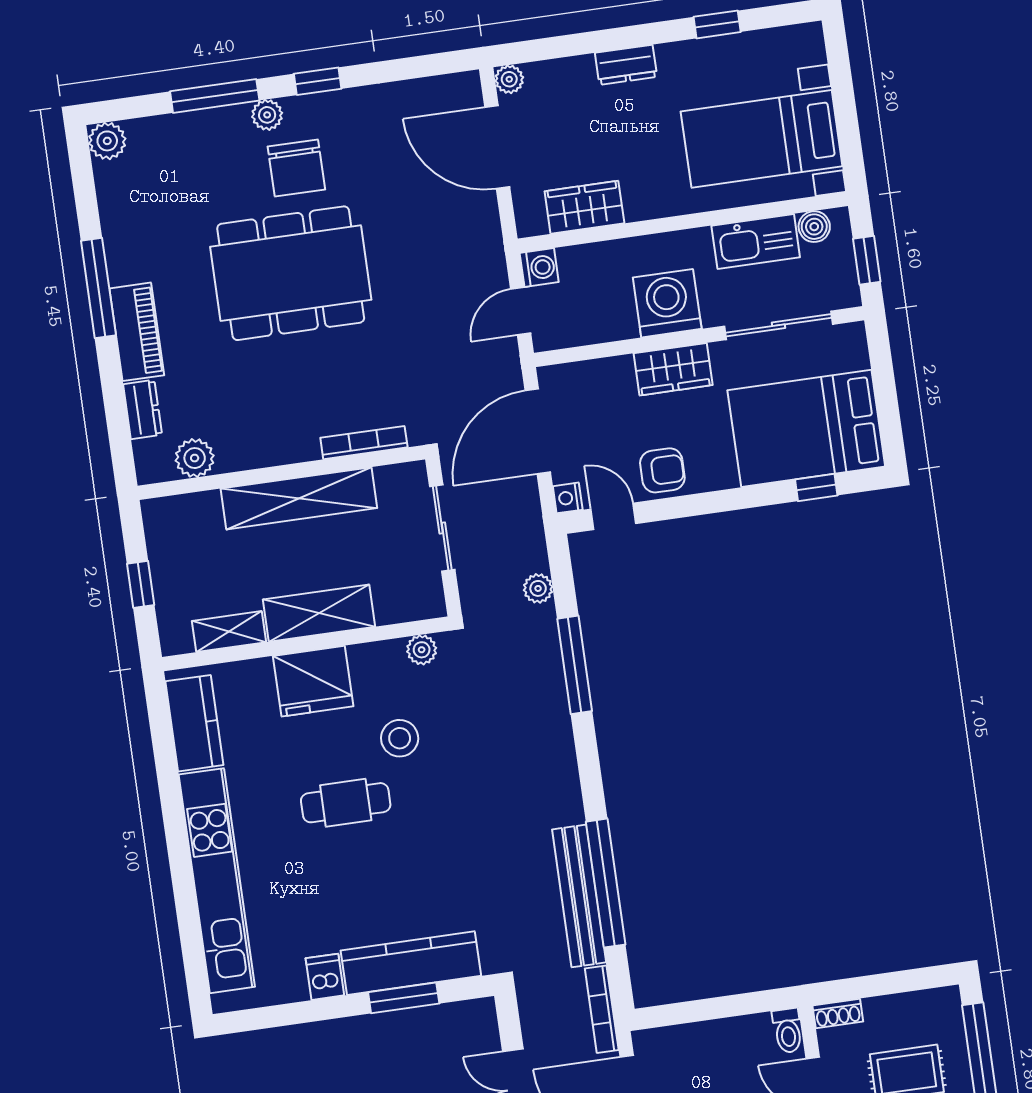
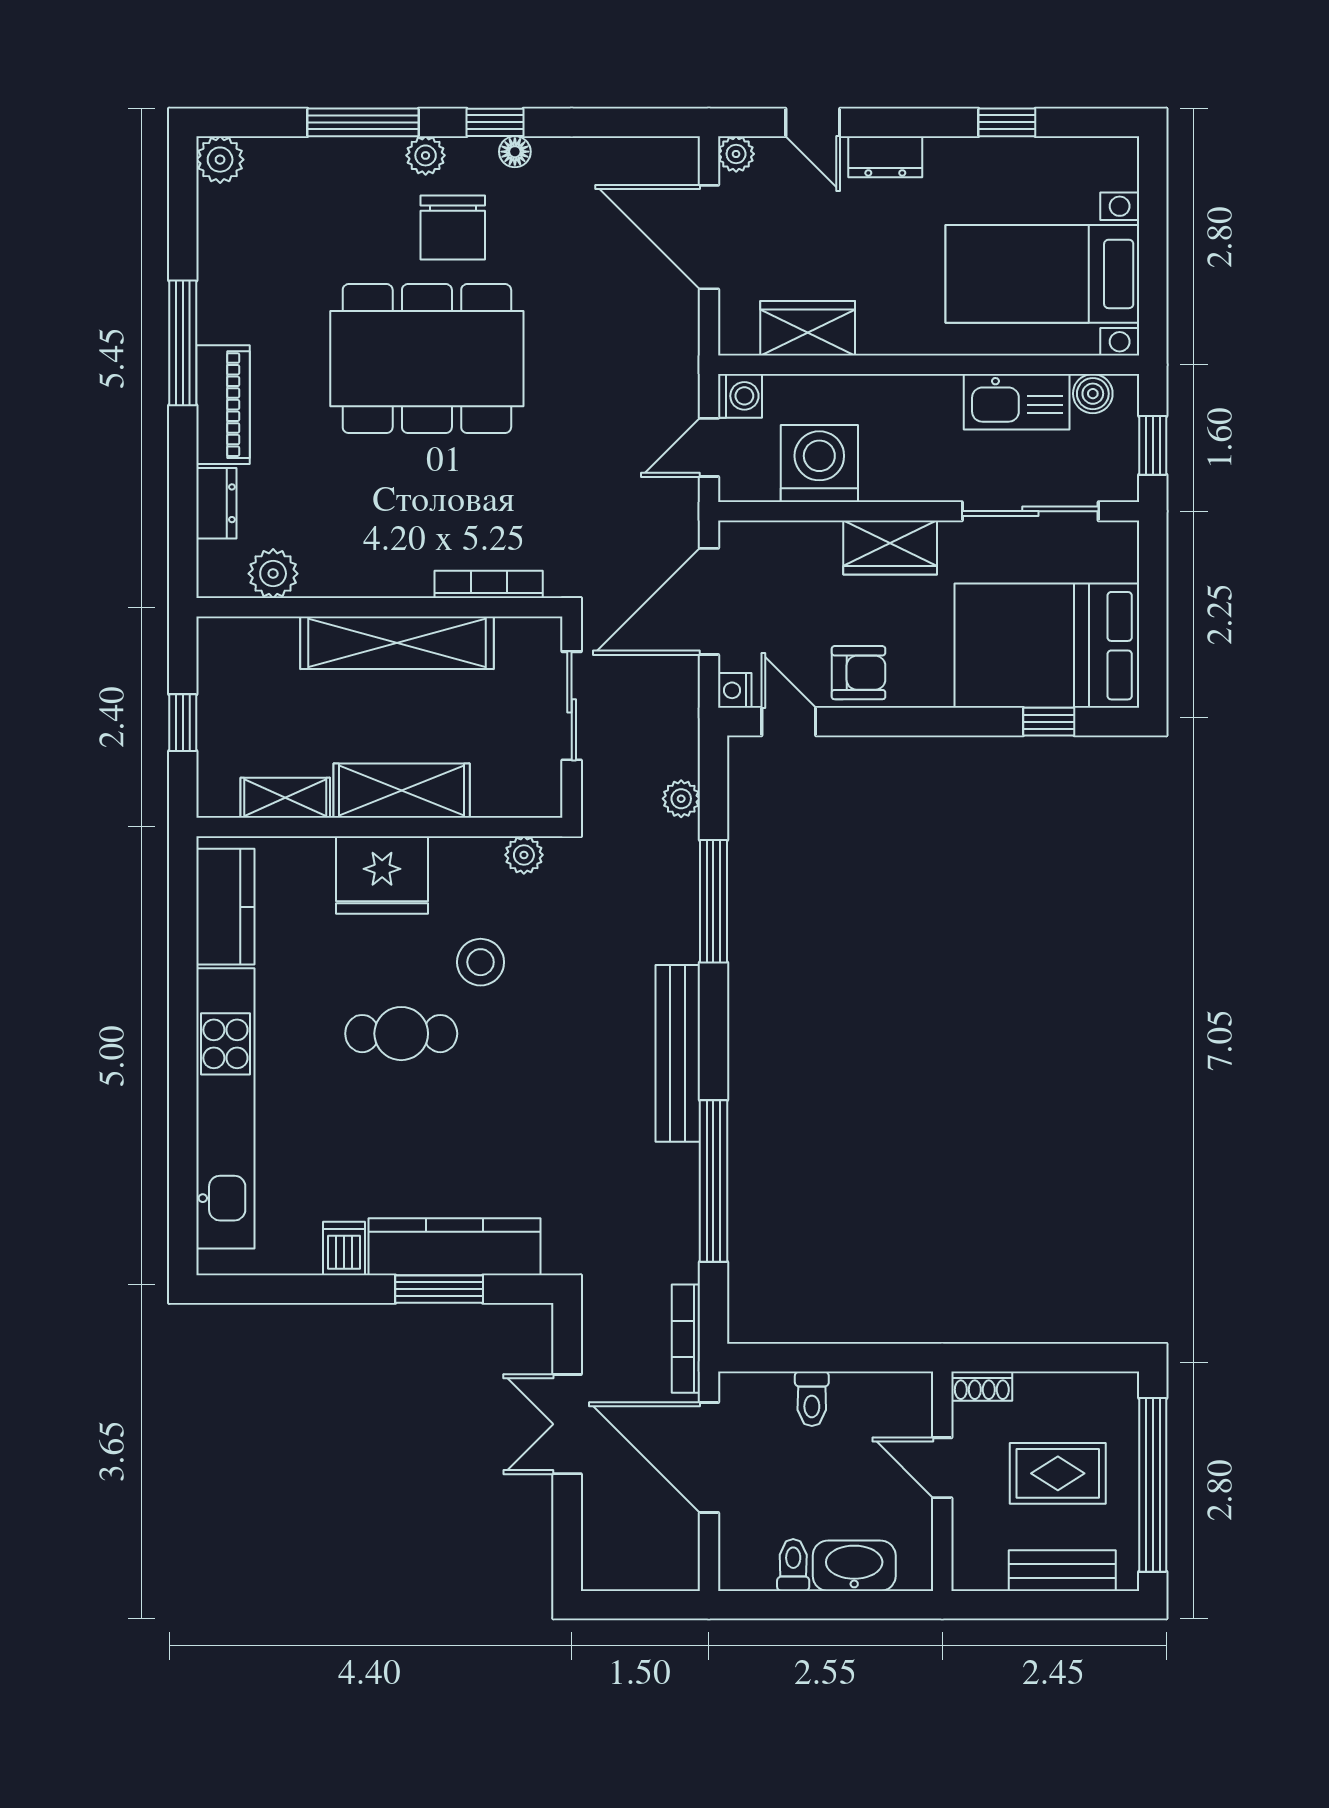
door: (566, 46) -> (813, 122), added
floor lamp: (336, 102) -> (515, 152), added
washing machine: (667, 303) -> (819, 464), moved
bench: (579, 896) -> (678, 1053), moved
toilet: (788, 1031) -> (812, 1399), moved

